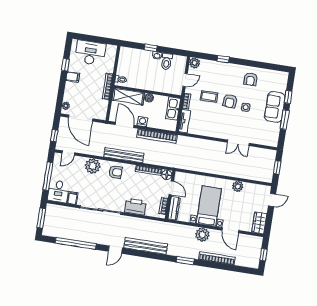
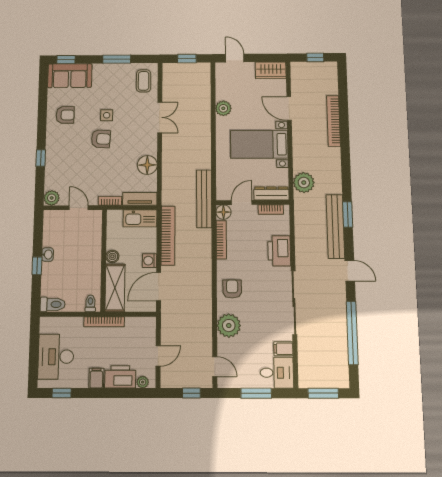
toilet: (167, 62) -> (53, 304), moved
window: (65, 65) -> (62, 393), moved
printer: (71, 92) -> (120, 377), added
coffee table: (209, 96) -> (144, 81), moved
window: (288, 97) -> (66, 60), moved
sofa: (275, 107) -> (70, 76), moved
kitchen sink: (173, 109) -> (140, 218), moved
door: (81, 118) -> (158, 356), width x0.53
floor lamp: (207, 130) -> (147, 165), added
bench: (124, 155) -> (204, 199), moved
window: (48, 176) -> (256, 393), width x0.69
door: (230, 230) -> (289, 109), swing flipped
plant: (202, 235) -> (304, 183), moved
window: (185, 261) -> (348, 214), moved

